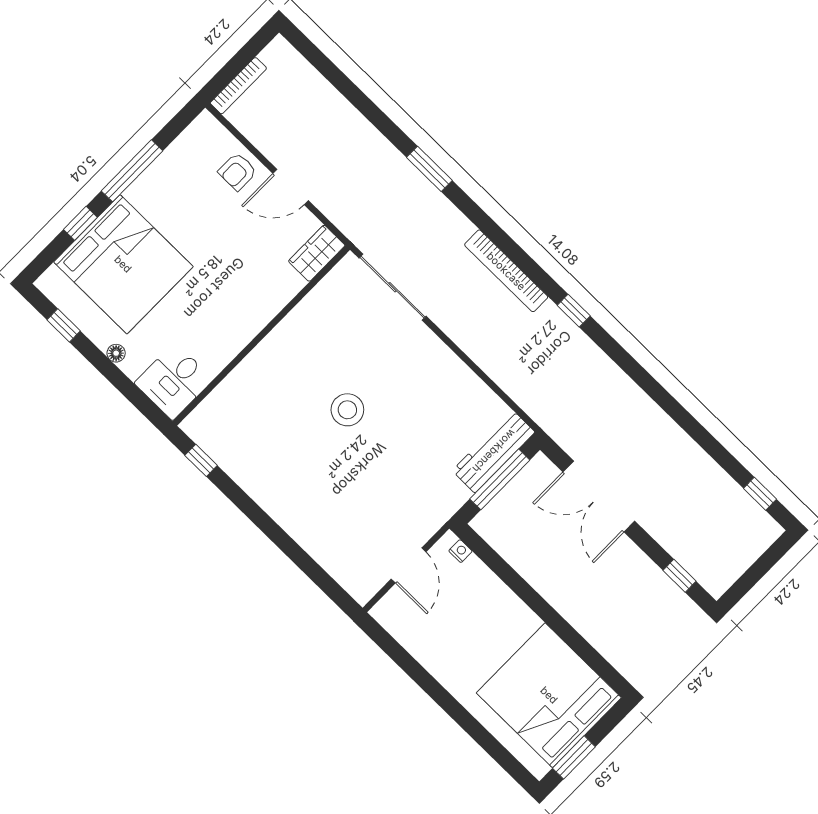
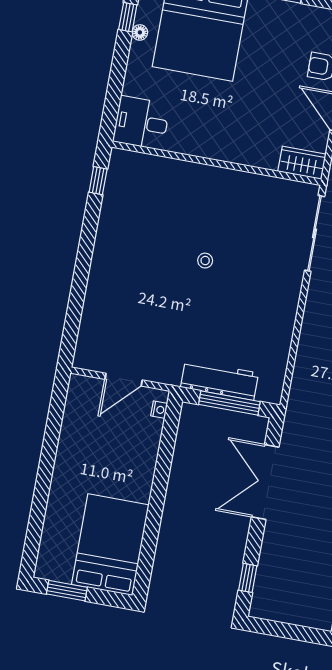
floor lamp: (116, 353) -> (140, 32), moved
stool: (347, 410) -> (205, 261), width x0.53, depth x0.53
workbench: (494, 451) -> (220, 380), moved
bed: (549, 695) -> (110, 545), width x0.73

